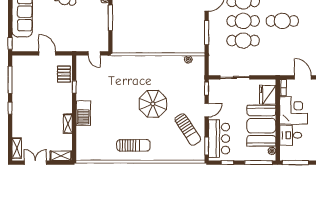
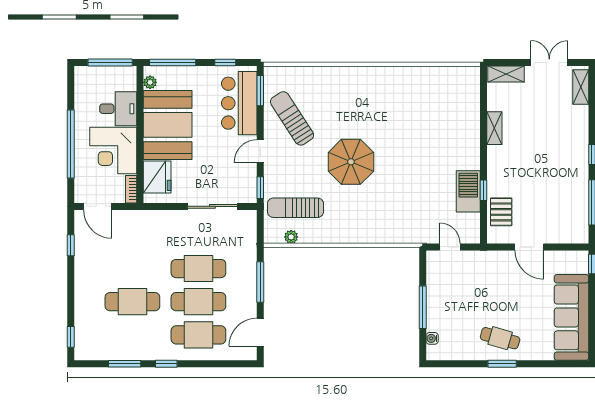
barbecue: (83, 113) -> (468, 191), moved
sun lounger: (133, 145) -> (295, 208), moved
double door: (35, 163) -> (549, 63), swing flipped

